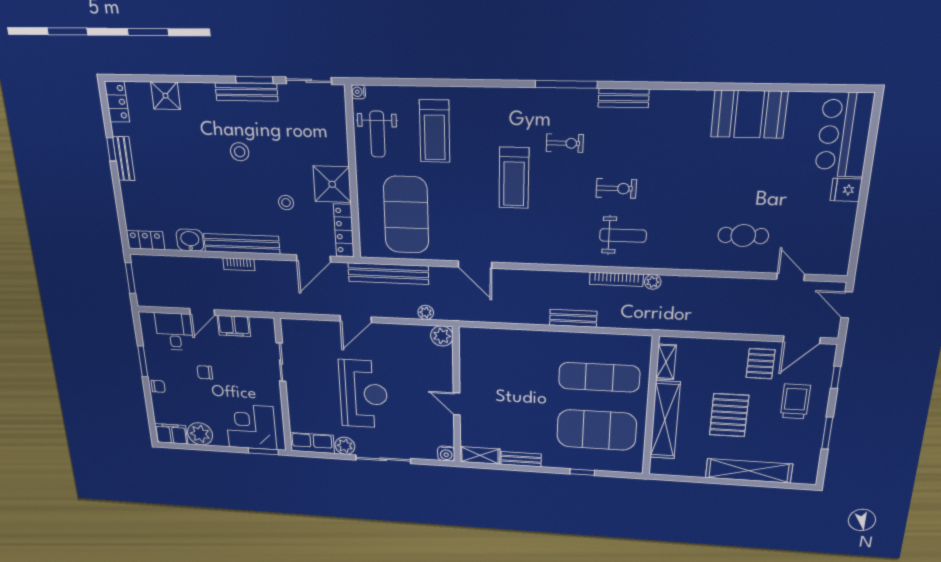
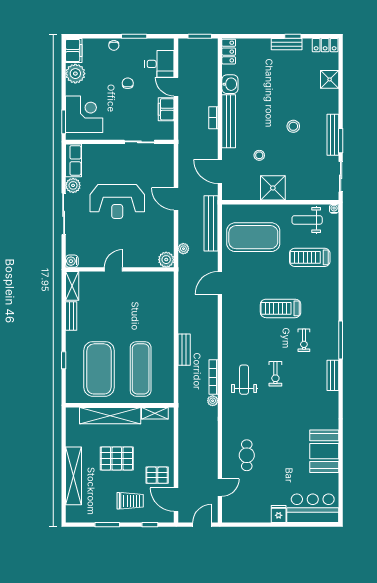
locker: (344, 230) -> (241, 194), removed
weight bench: (623, 235) -> (244, 380), turned 180

